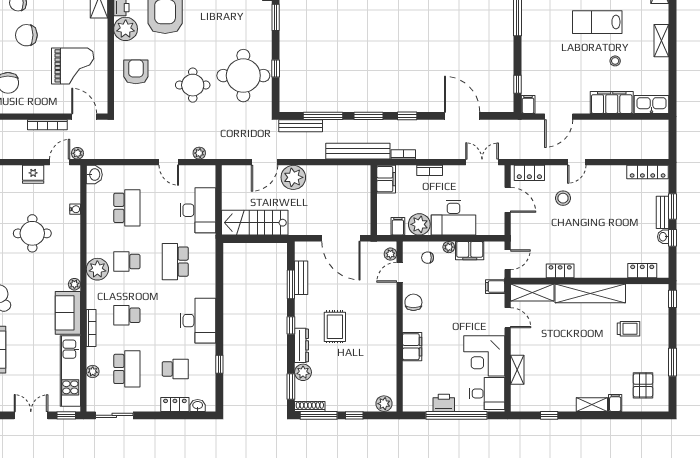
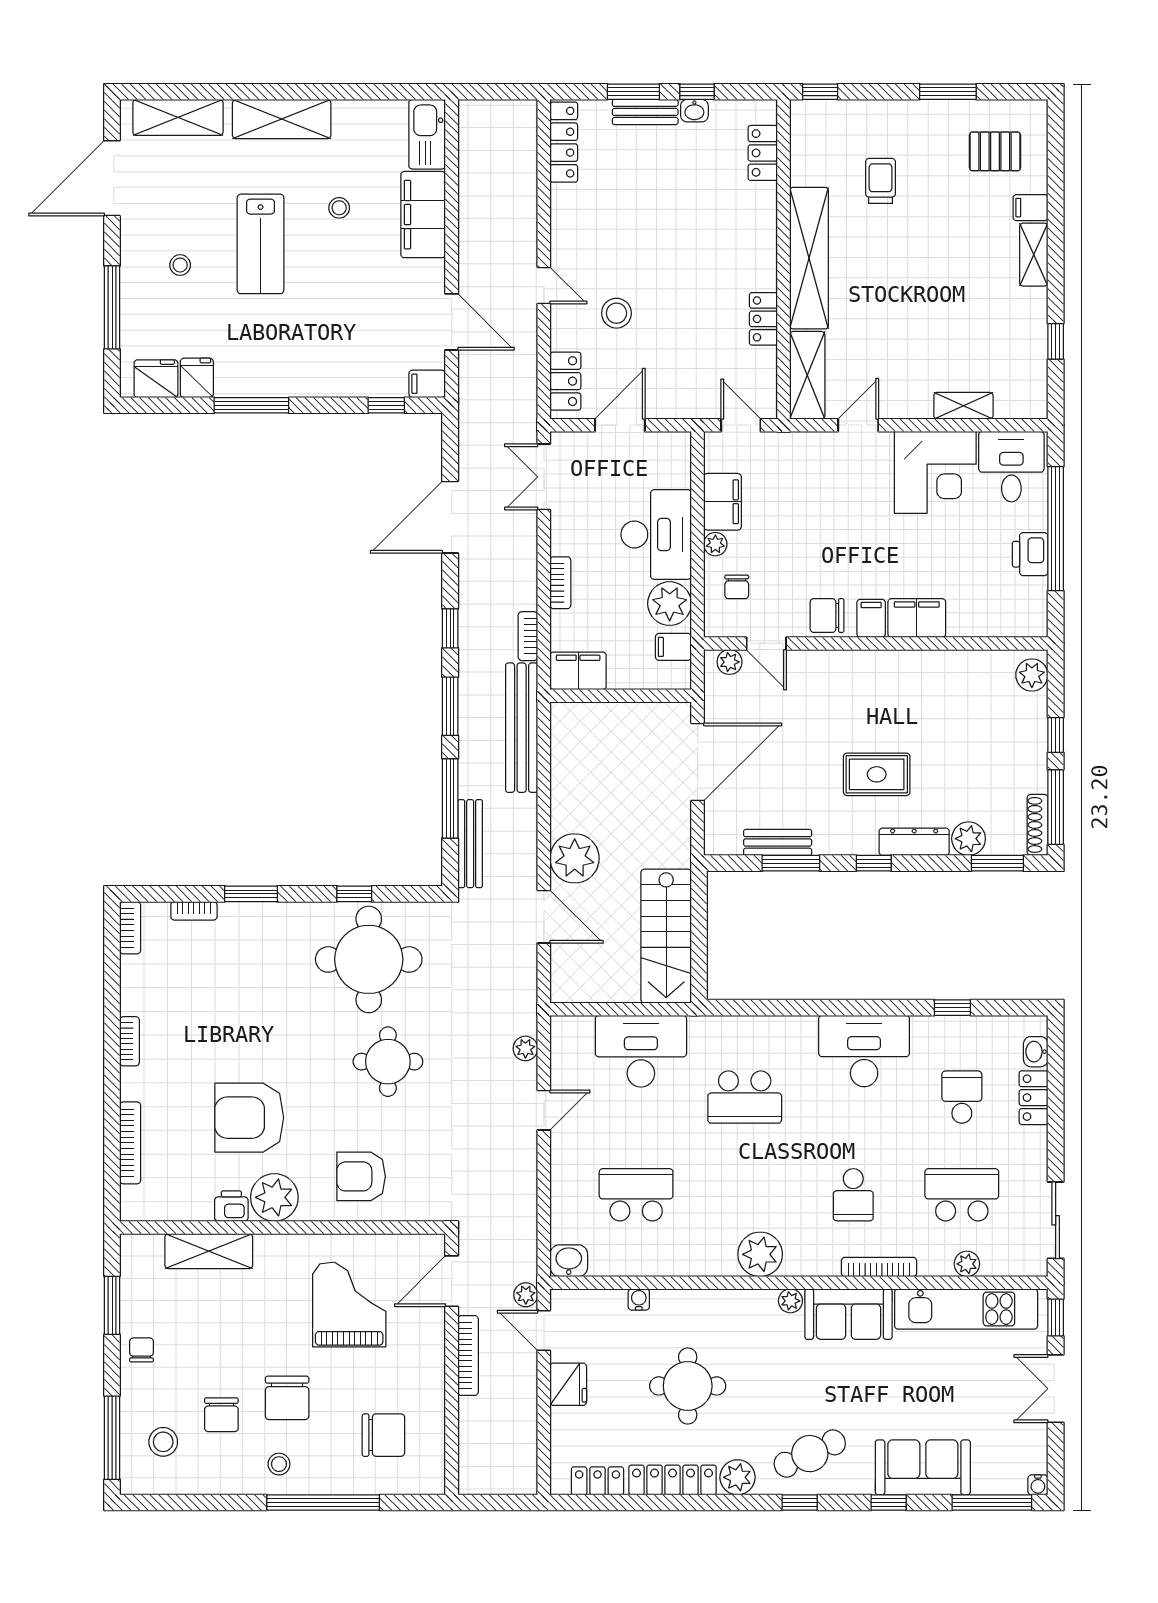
shelving: (661, 41) -> (282, 119), width x1.50, depth x1.33
school desk: (127, 262) -> (745, 1195), removed
filing cabinet: (495, 287) -> (871, 618), moved, turned 180

